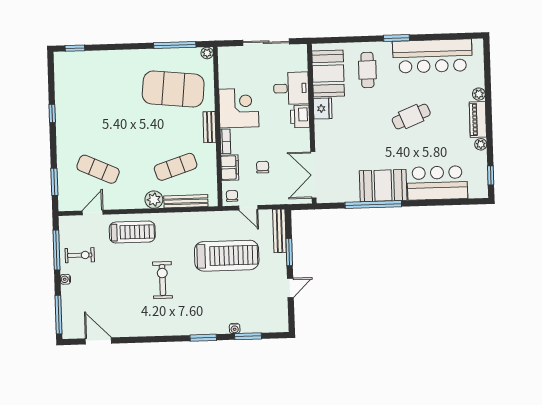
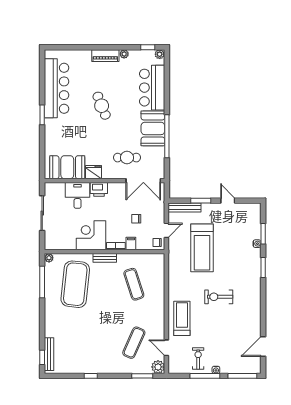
cafe table: (367, 70) -> (127, 158), moved
plant: (479, 94) -> (160, 54), moved
filing cabinet: (230, 168) -> (131, 243), width x0.50
plant: (154, 200) -> (158, 367), moved
bench: (186, 201) -> (49, 354), moved
window: (57, 250) -> (205, 376), moved
treadmill: (227, 256) -> (202, 248), turned 180

